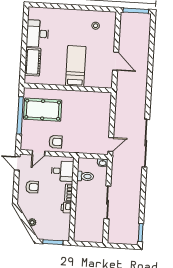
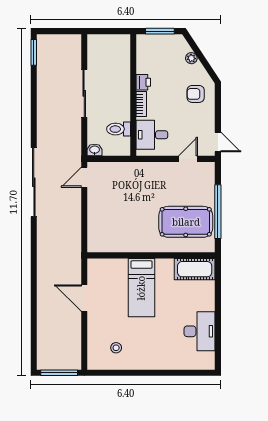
cot: (33, 62) -> (195, 269), moved, turned 90
armchair: (55, 142) -> (164, 177), removed
armchair: (32, 187) -> (196, 94), moved

